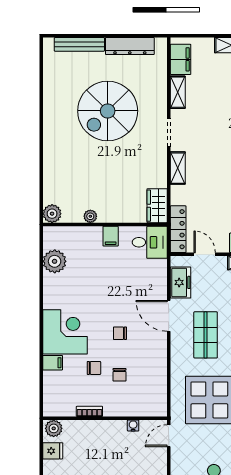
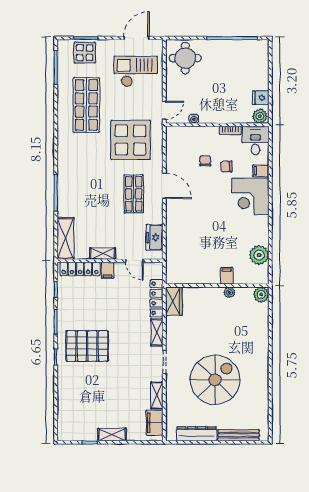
locker: (178, 229) -> (157, 298), moved
filing cabinet: (111, 236) -> (227, 276), moved
desk: (150, 242) -> (255, 141), moved, turned 90
door: (169, 316) -> (164, 186), moved
chair: (120, 333) -> (205, 195), removed

